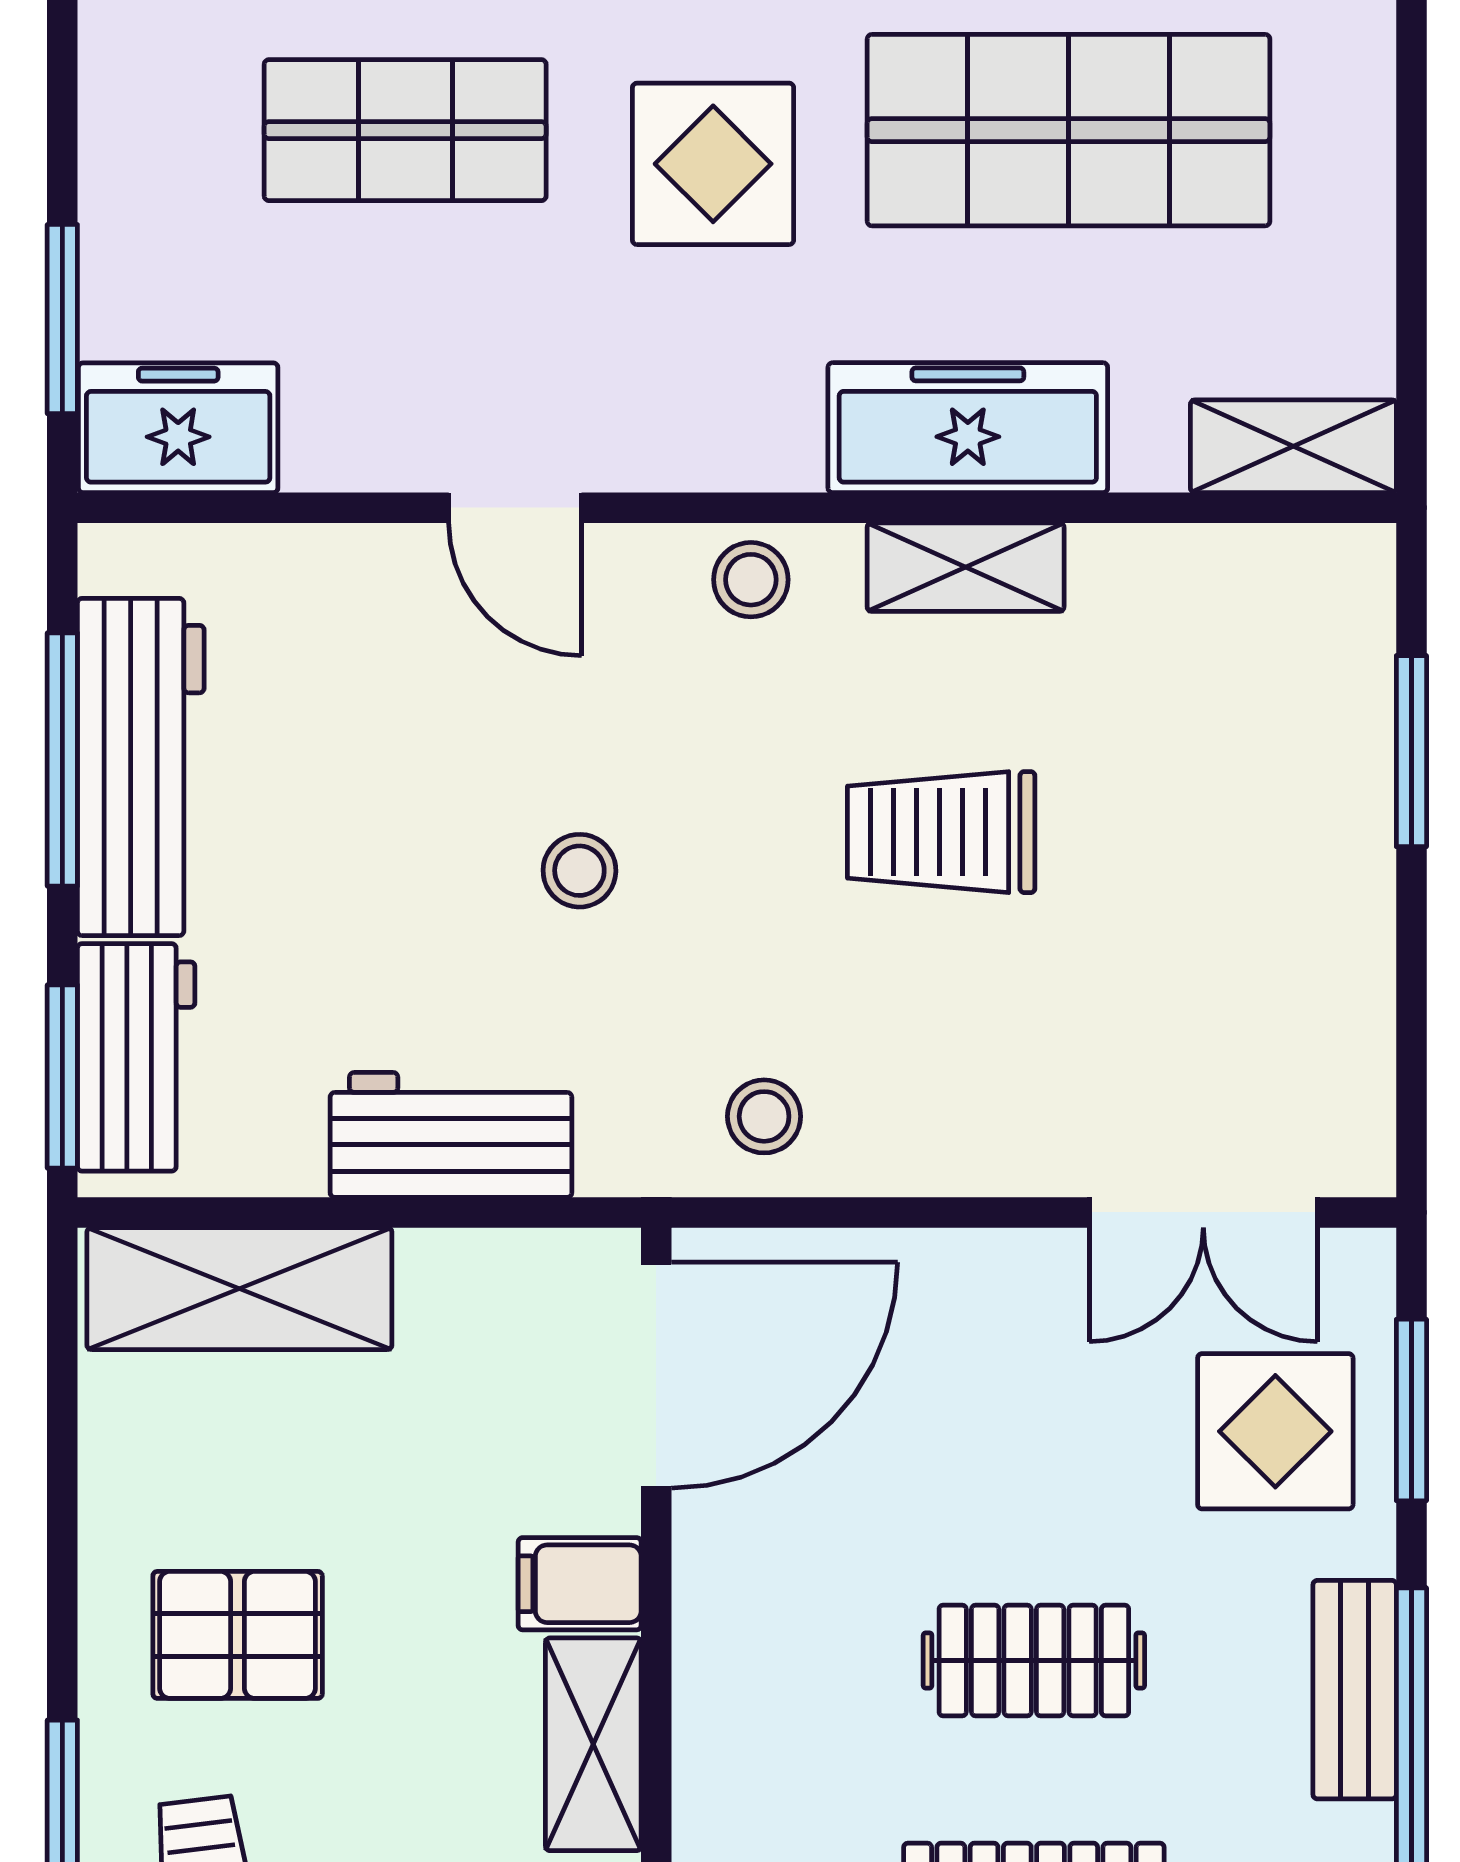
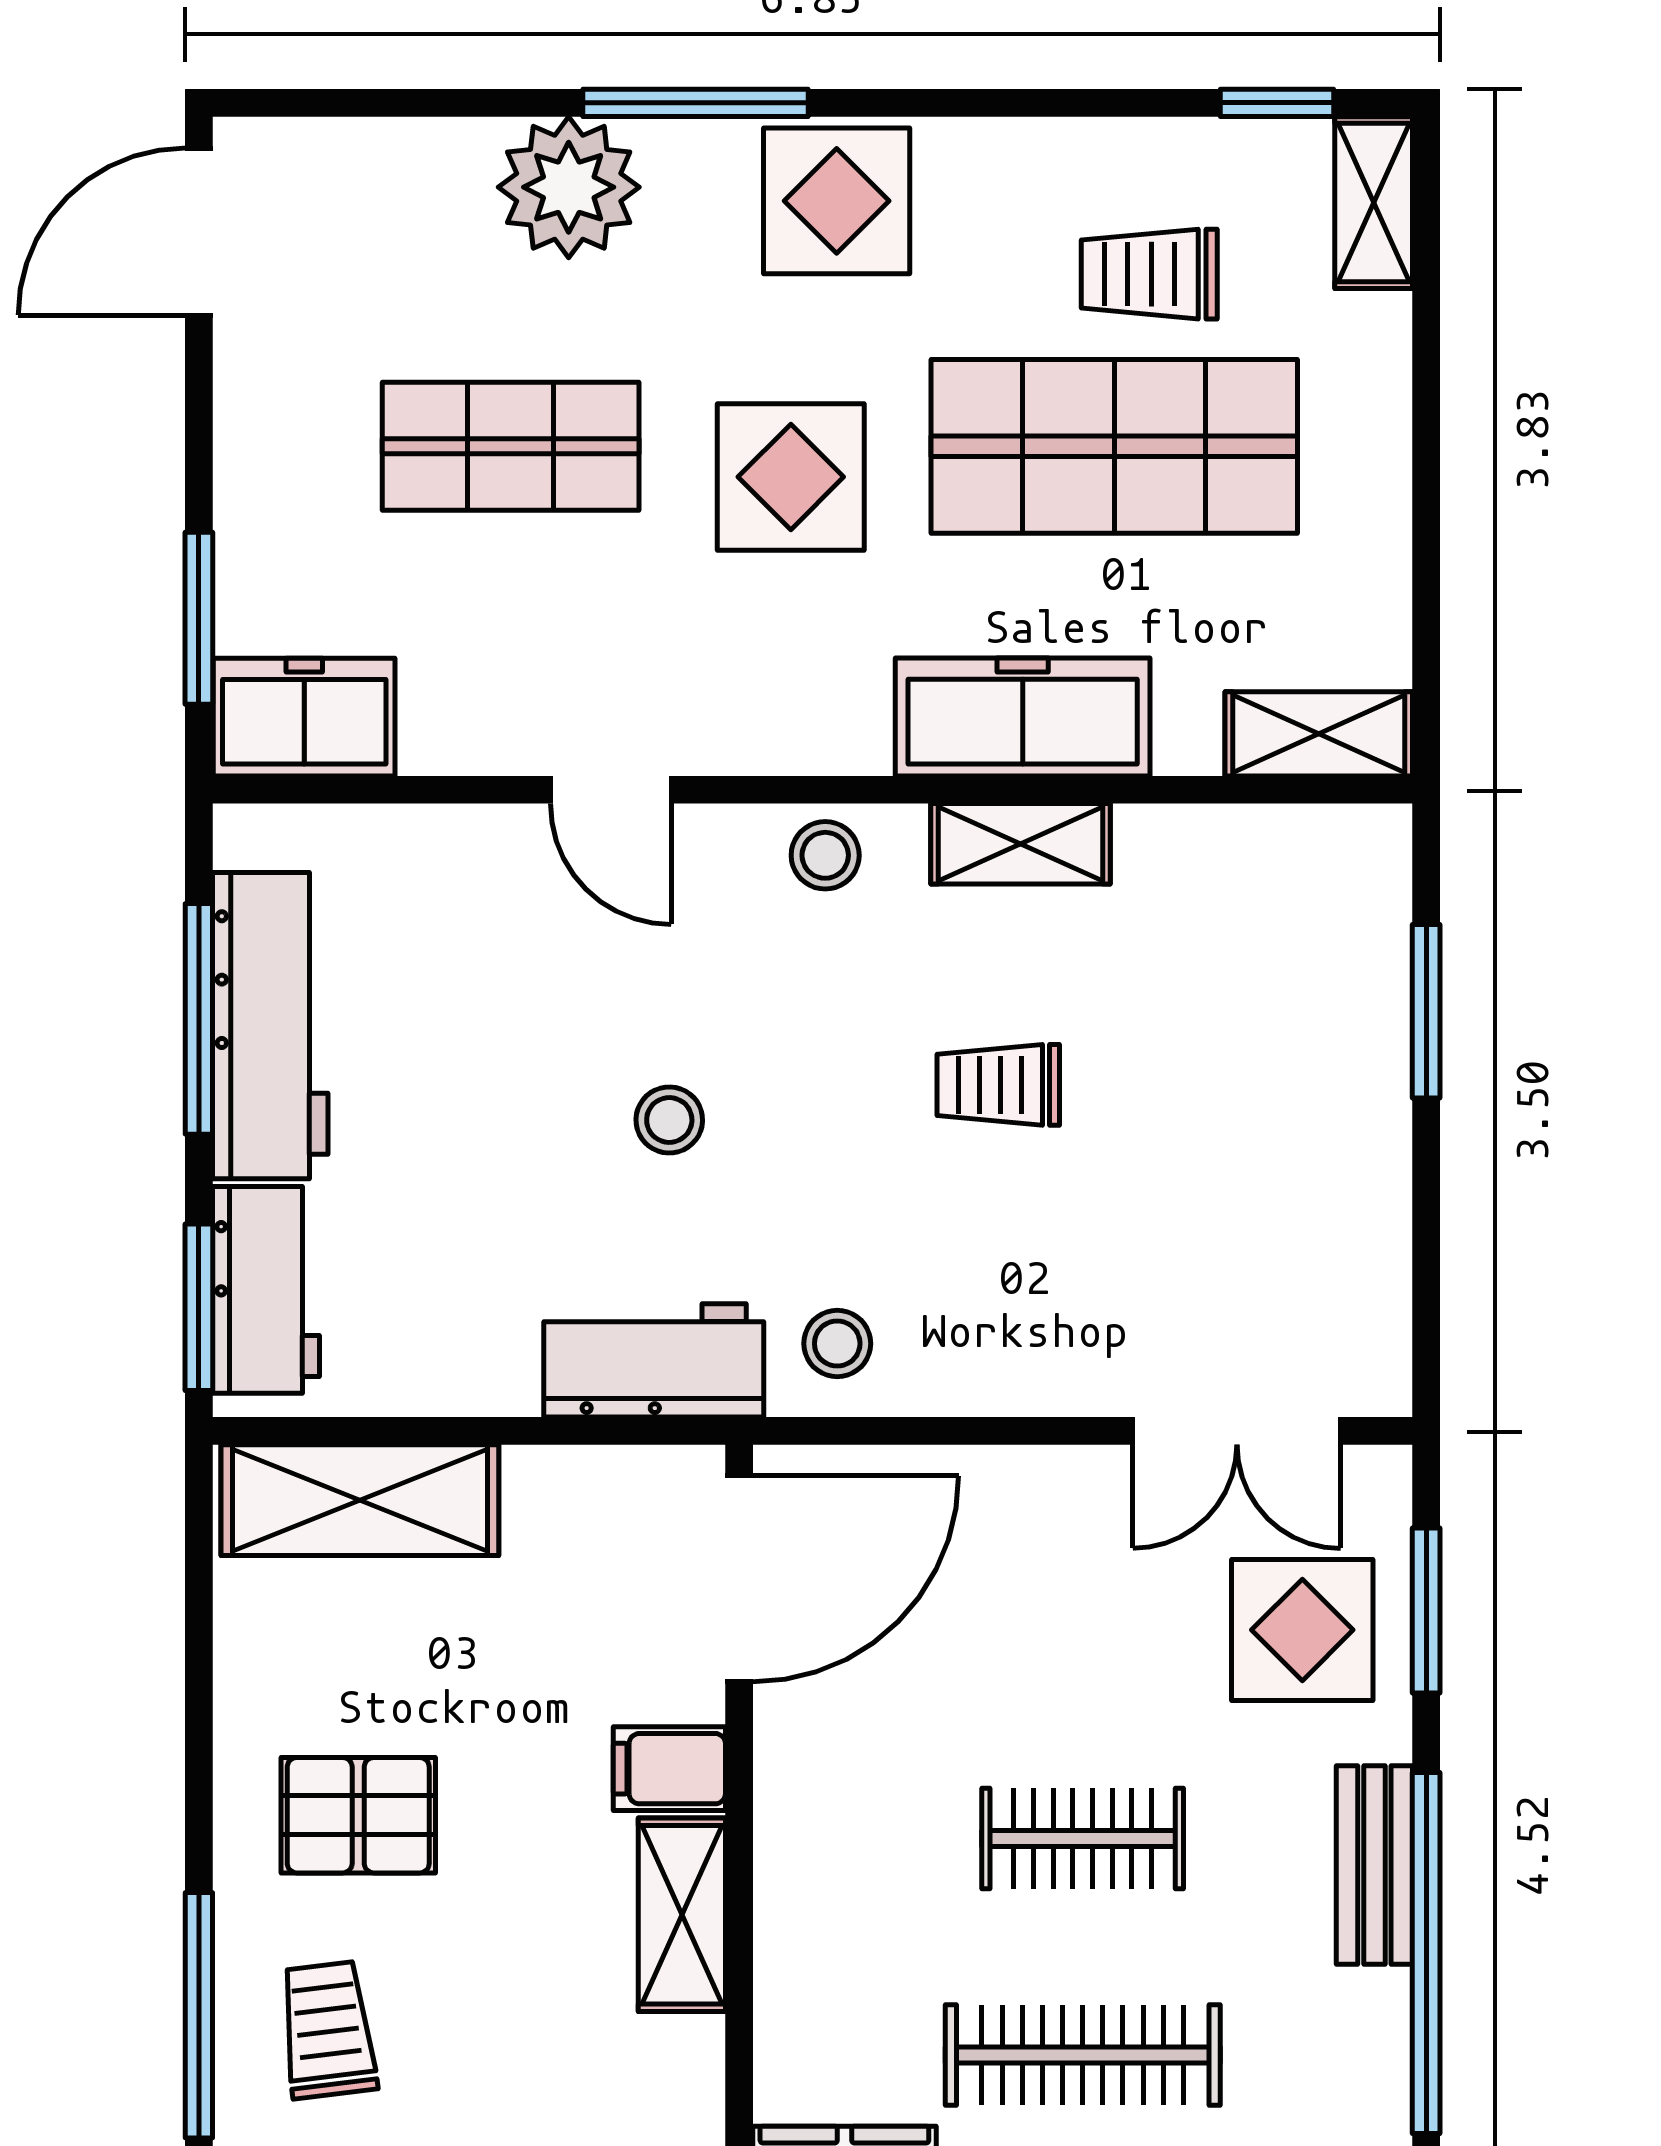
trolley: (941, 832) -> (998, 1085), width x0.73, depth x0.72
workbench: (451, 1135) -> (654, 1360), moved

